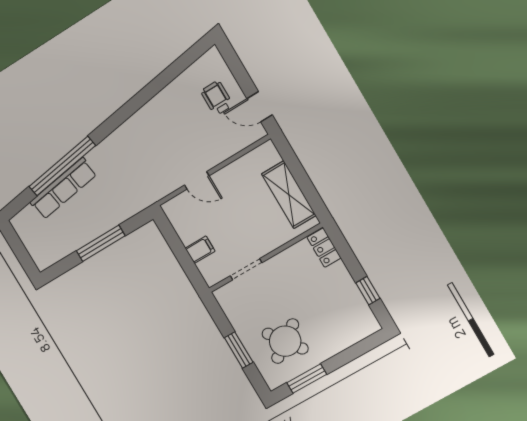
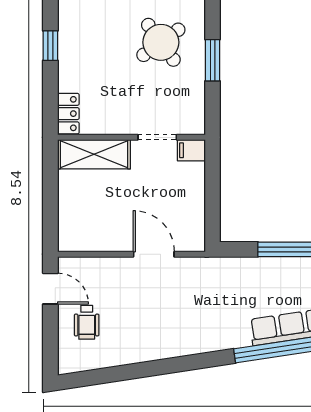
door: (197, 180) -> (154, 254), width x1.38
shelving: (289, 195) -> (94, 154), moved, turned 90
filing cabinet: (200, 250) -> (191, 150), moved

